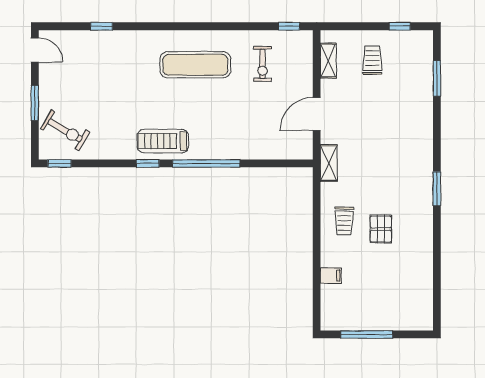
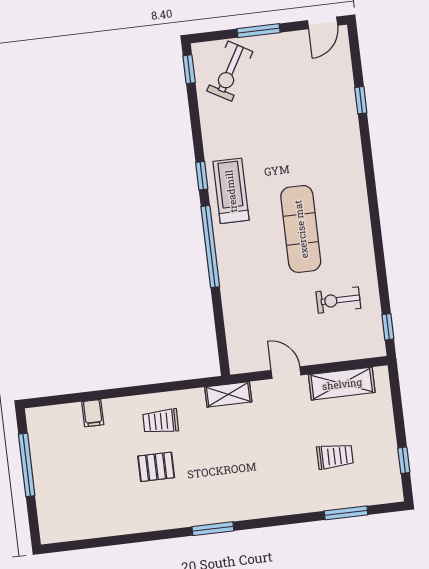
trolley: (372, 60) -> (335, 456), moved
shelving: (328, 61) -> (342, 384), width x1.50, depth x1.33
exercise mat: (195, 65) -> (301, 229), moved
door: (317, 114) -> (286, 373), width x0.73

